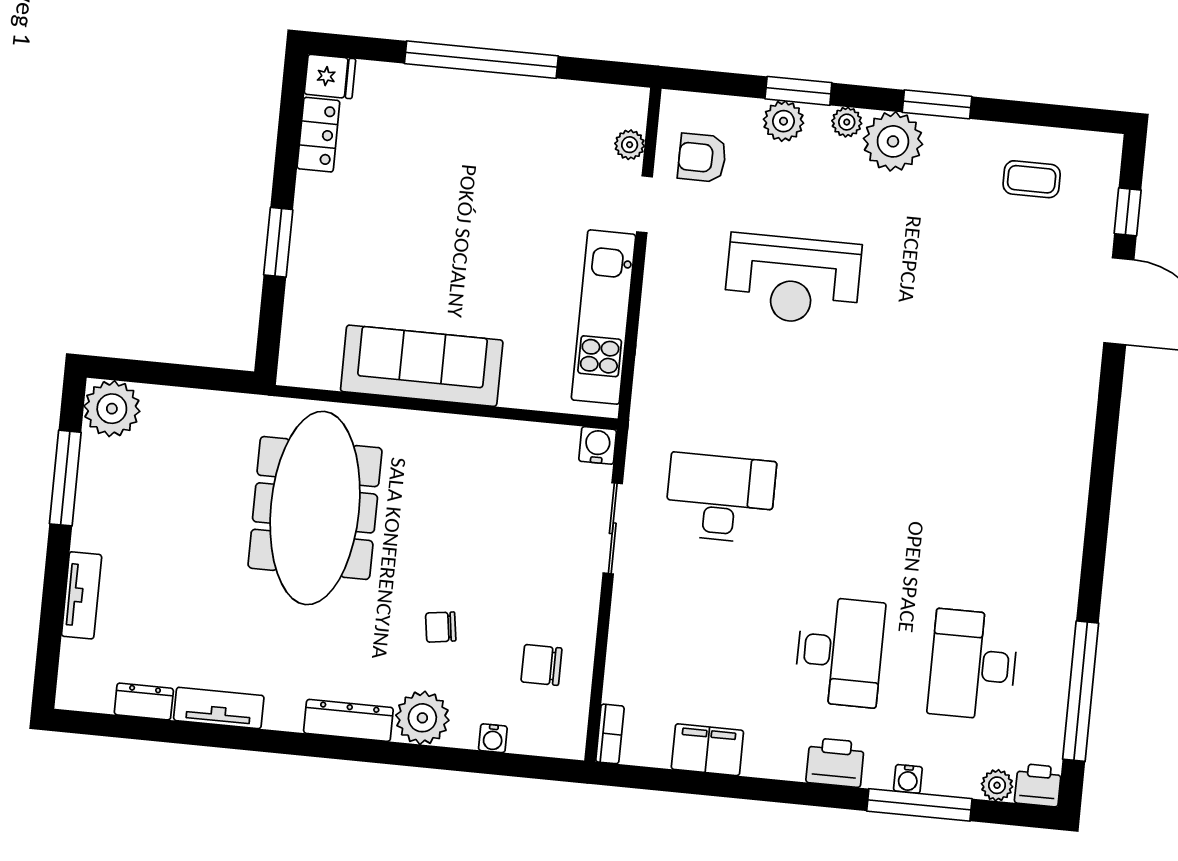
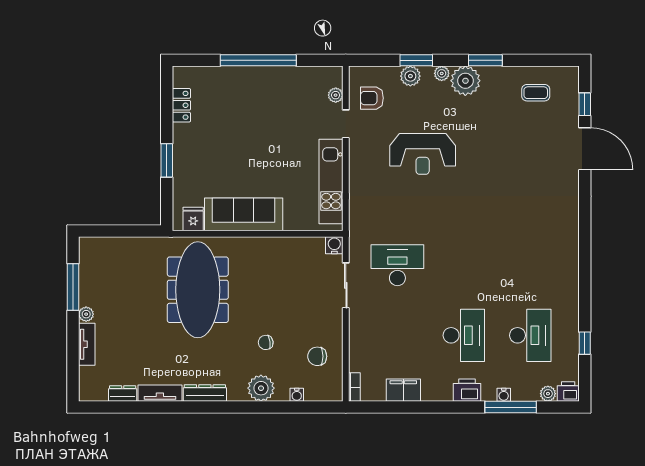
fridge: (330, 76) -> (193, 219), moved, turned -90
plant: (112, 409) -> (86, 314), moved, width x0.53, depth x0.53
desk: (973, 665) -> (530, 335), turned 180
window: (1081, 691) -> (585, 343), width x0.32
dresser: (348, 720) -> (205, 393), moved

